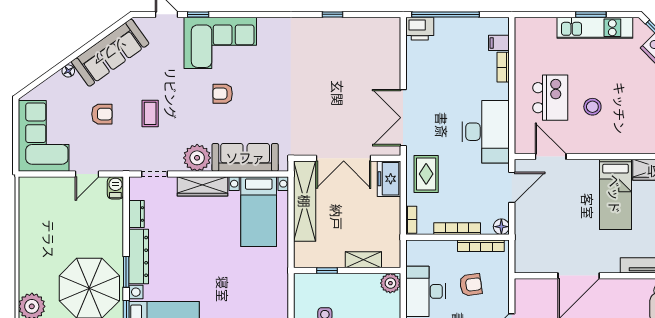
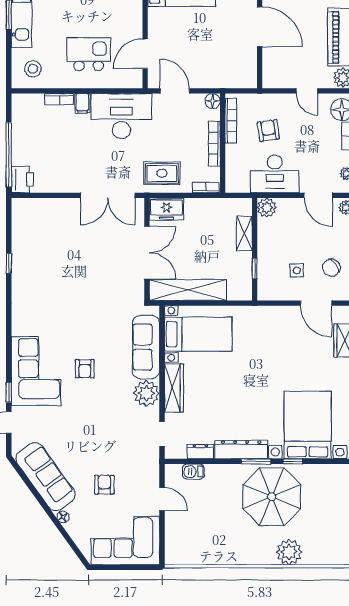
filing cabinet: (499, 43) -> (82, 103), moved
stool: (592, 107) -> (33, 69), moved
coffee table: (150, 113) -> (104, 438), removed
barbecue: (115, 188) -> (193, 472), moved

